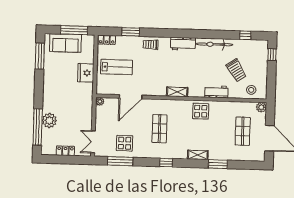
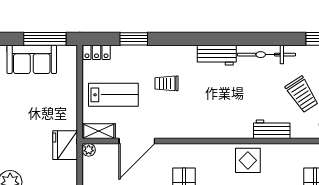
trolley: (151, 45) -> (167, 83), moved
fridge: (86, 73) -> (65, 145), moved
shelving: (177, 92) -> (99, 131), moved

